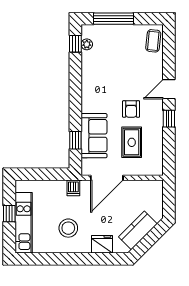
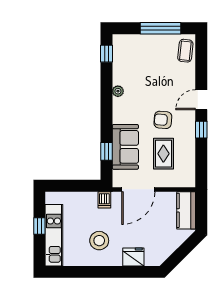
window: (113, 19) -> (160, 28), moved
plant: (87, 44) -> (118, 91), moved
armchair: (131, 109) -> (163, 120), turned 95
kitchen counter: (138, 230) -> (186, 210), moved, turned -45

